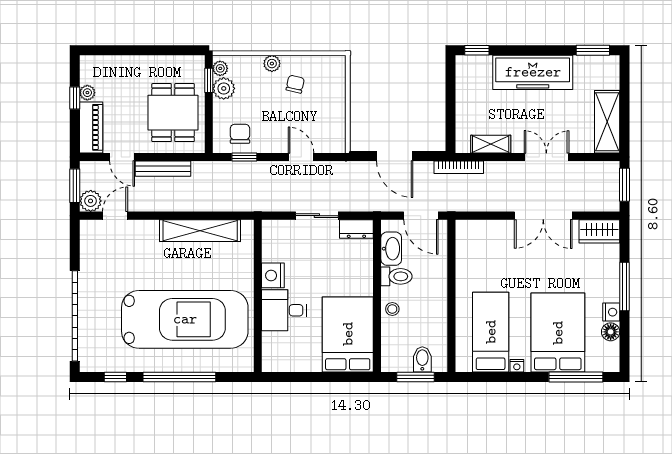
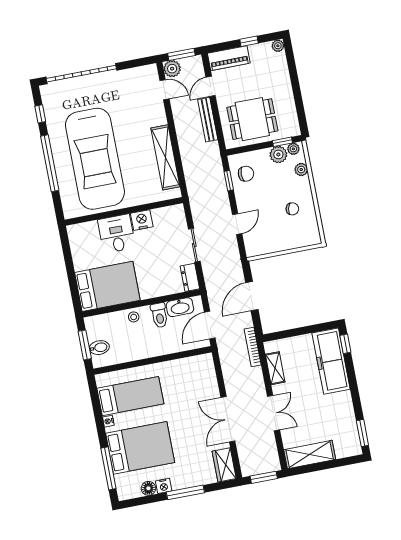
plant: (272, 64) -> (301, 169), moved
freezer: (533, 72) -> (331, 361), moved
plant: (87, 93) -> (278, 46), moved

